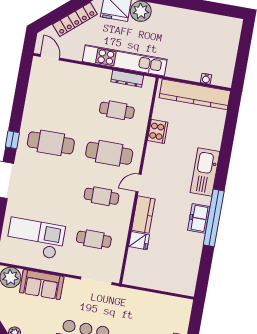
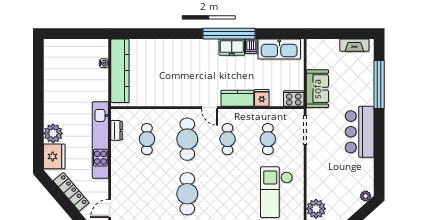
dresser: (127, 79) -> (117, 130), width x0.70
cooker: (158, 131) -> (294, 99), moved
kitchen sink: (205, 172) -> (279, 49), moved
dishwasher: (196, 239) -> (251, 46), added
sofa: (42, 285) -> (317, 89), moved

